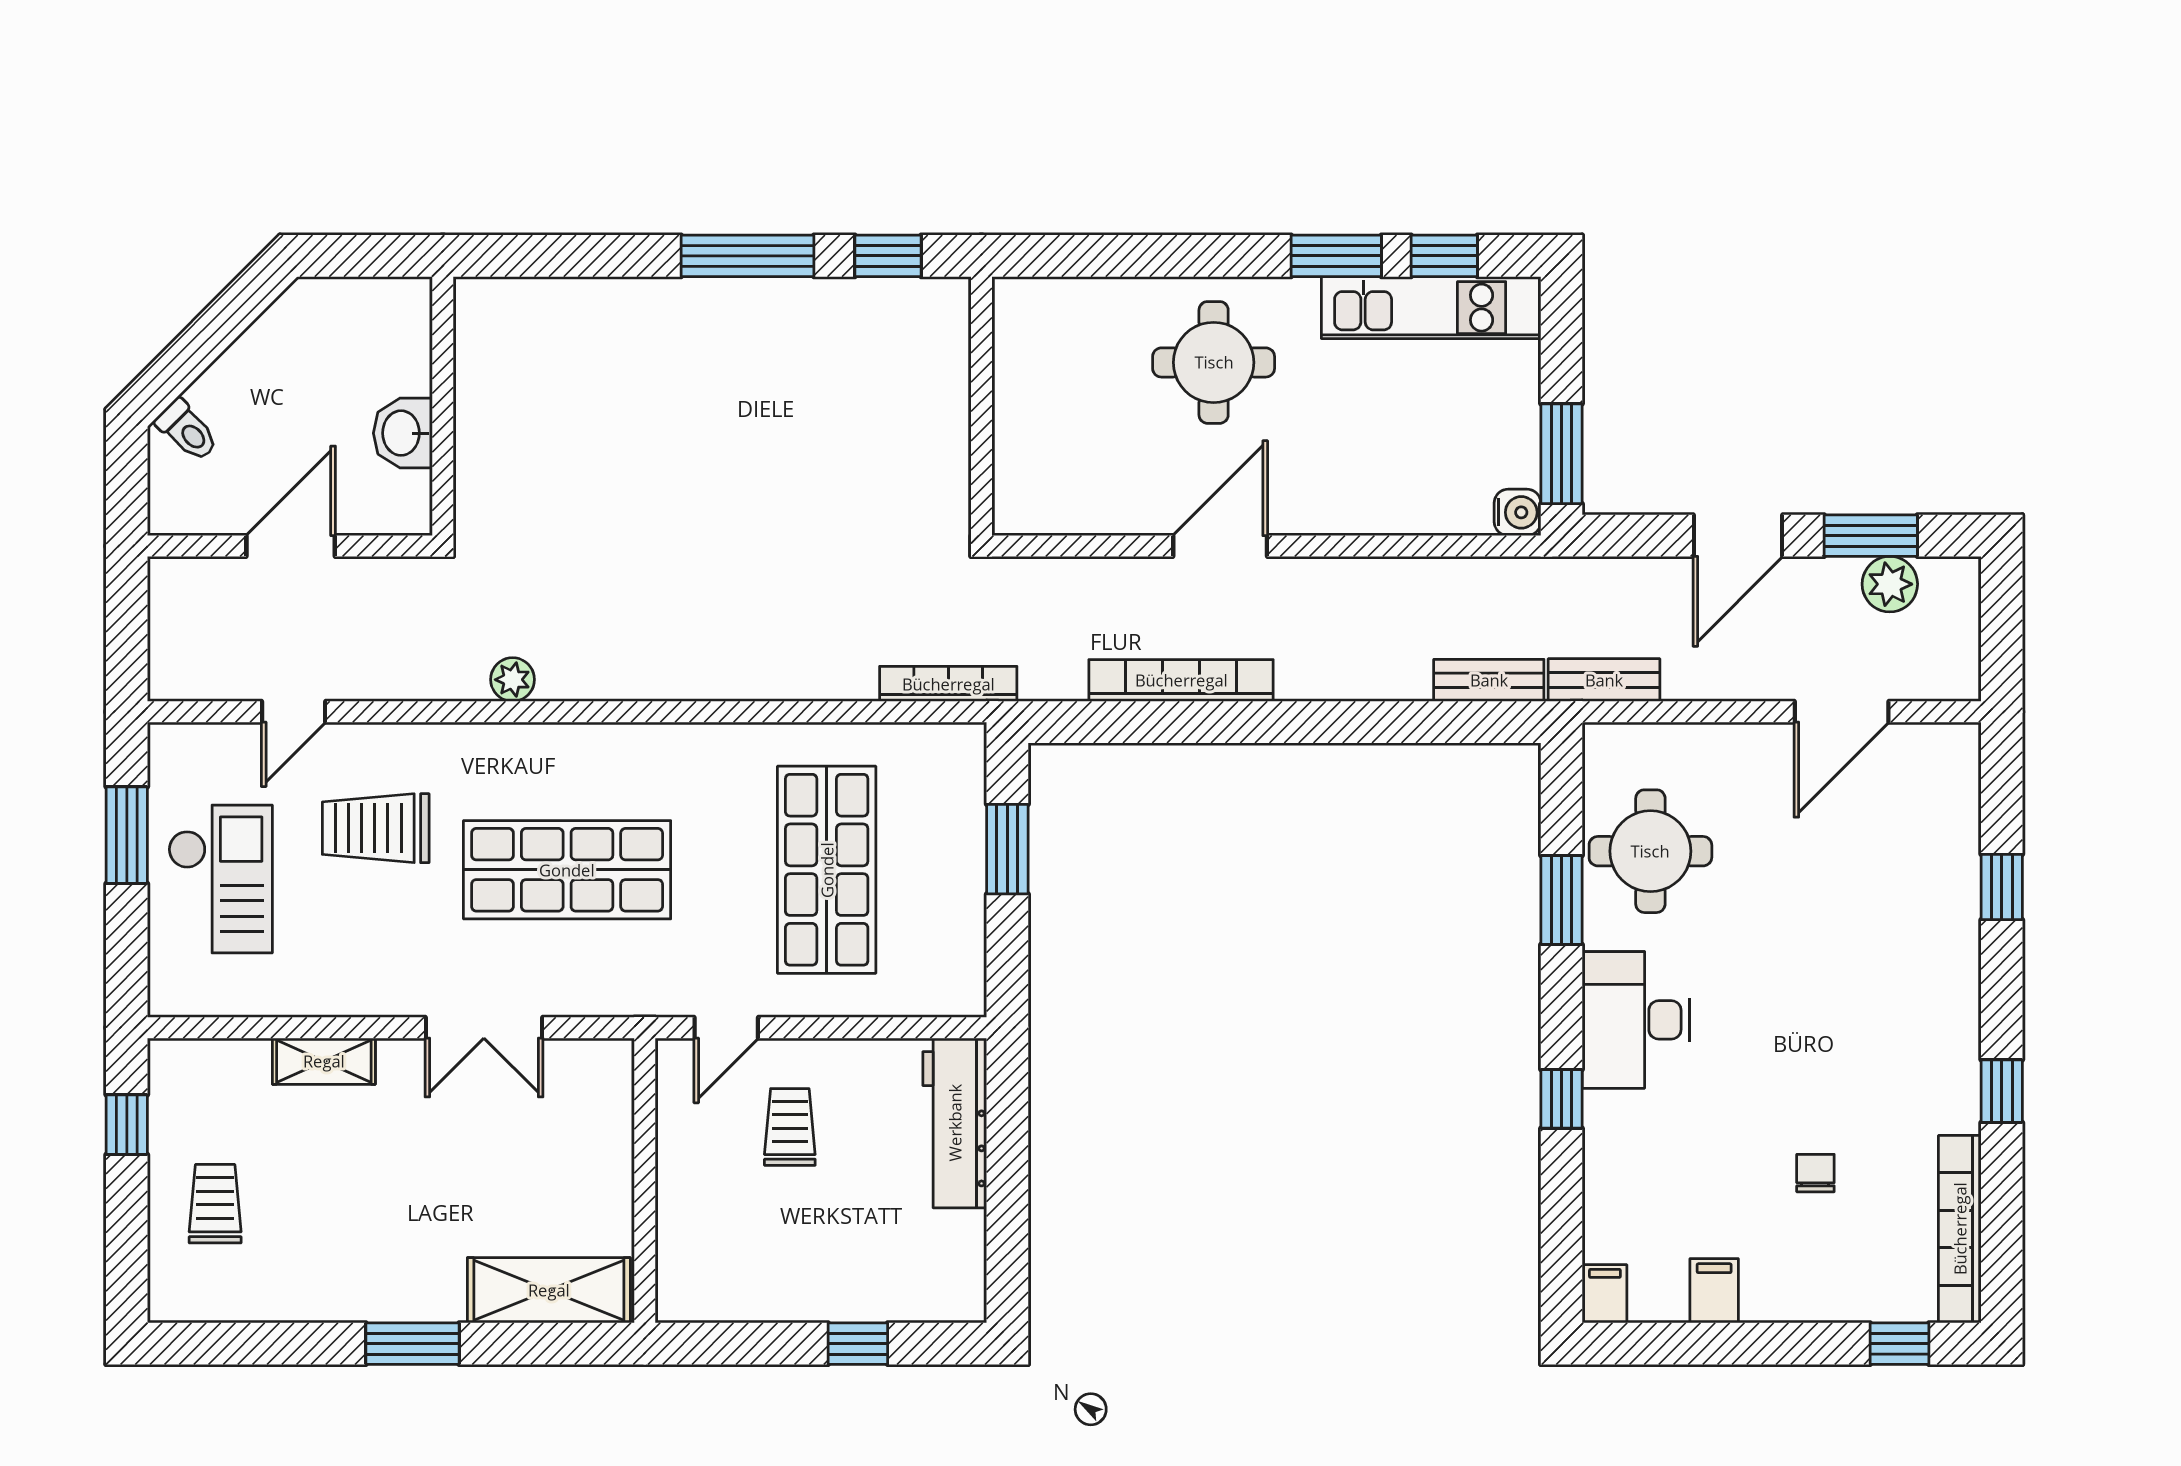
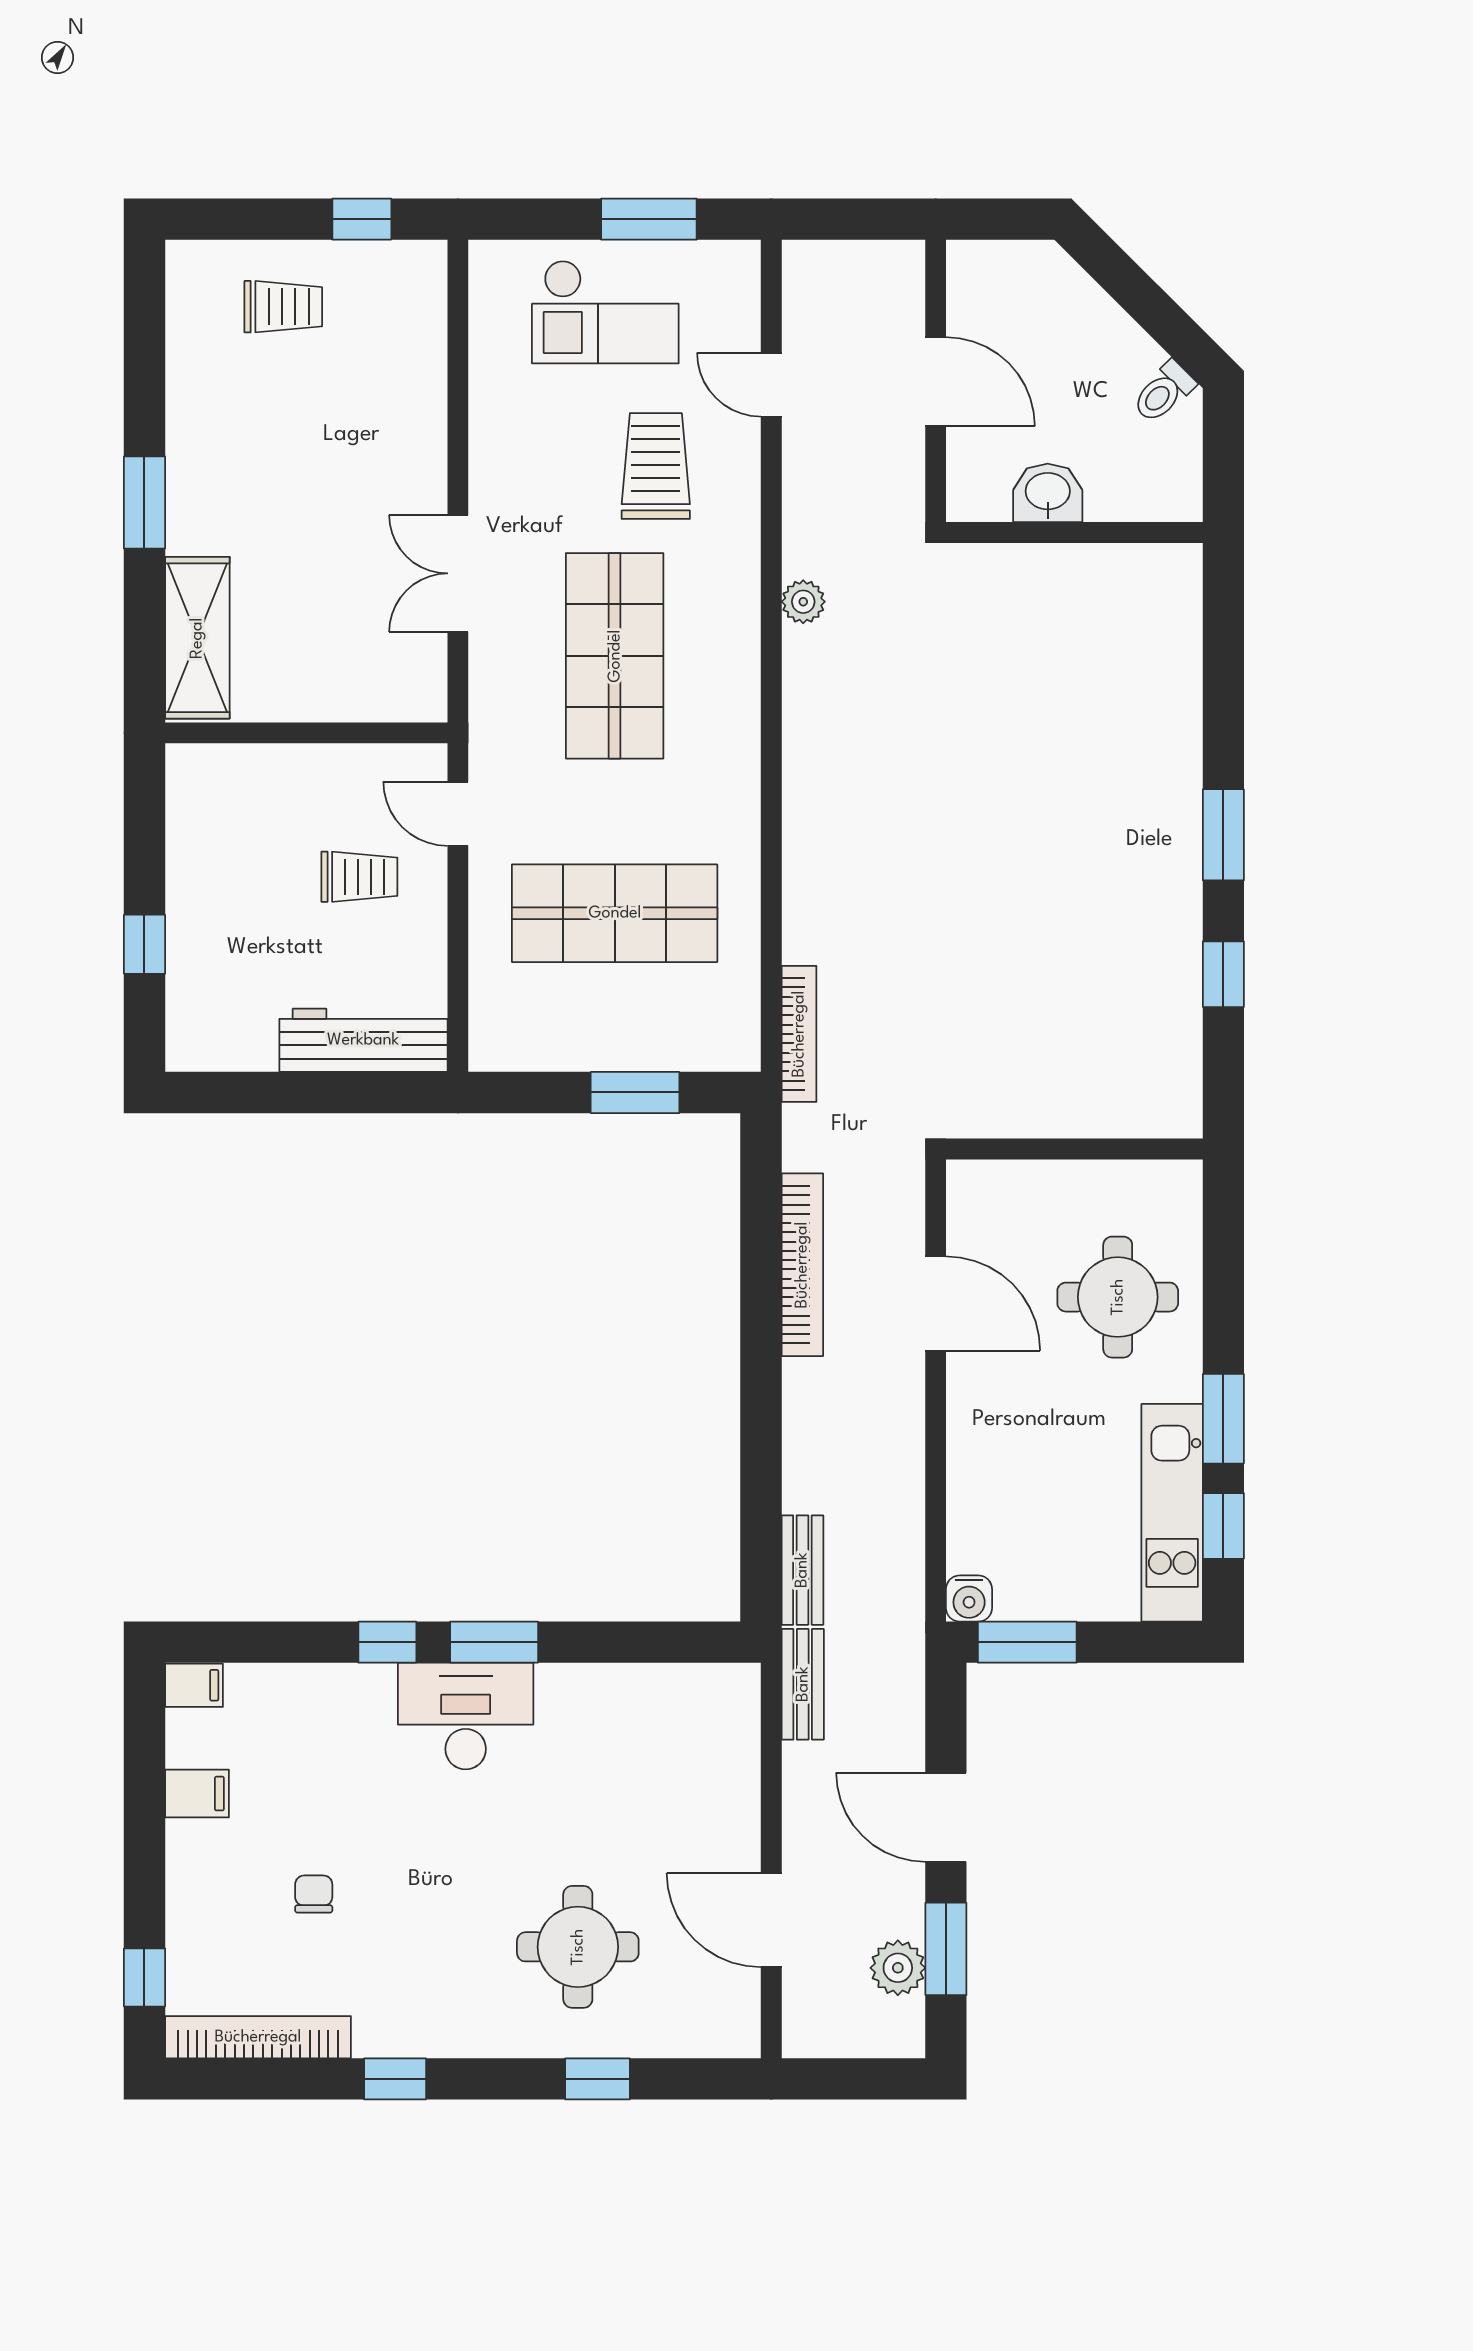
window: (748, 256) -> (1223, 835), width x0.69
wall: (981, 406) -> (1074, 1149), moved
toilet: (187, 430) -> (1163, 392), moved
round table: (1650, 851) -> (578, 1947), moved
window: (1562, 900) -> (494, 1642), moved
shelving: (324, 1061) -> (425, 415), removed
chair: (1815, 1173) -> (314, 1894), turned -90

